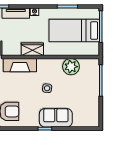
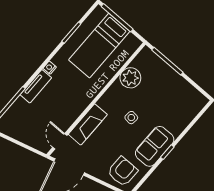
wardrobe: (32, 49) -> (83, 100), removed
sofa: (56, 118) -> (155, 146), moved

